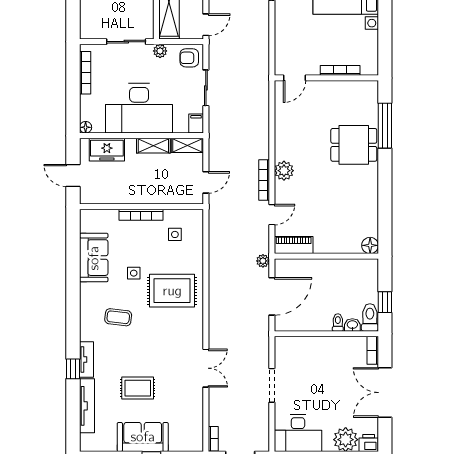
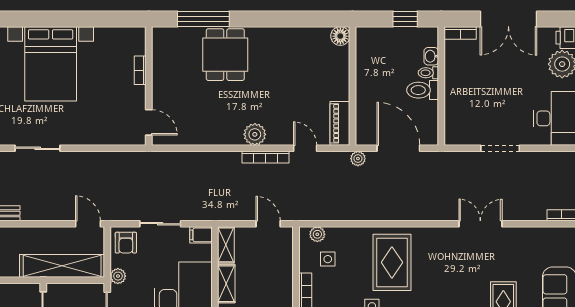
bookcase: (340, 70) -> (140, 70), width x0.64
plant: (197, 225) -> (317, 234), added
toilet: (370, 317) -> (423, 90), moved

